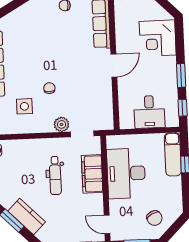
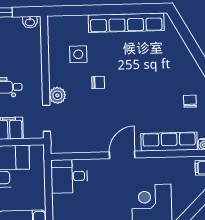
door: (114, 65) -> (122, 155), swing flipped
desk: (149, 112) -> (69, 176), moved

